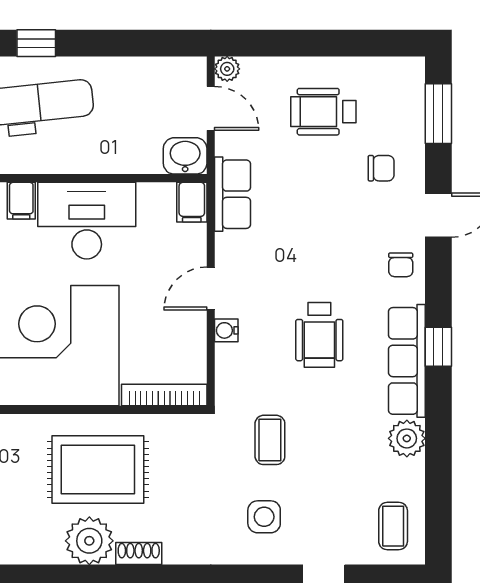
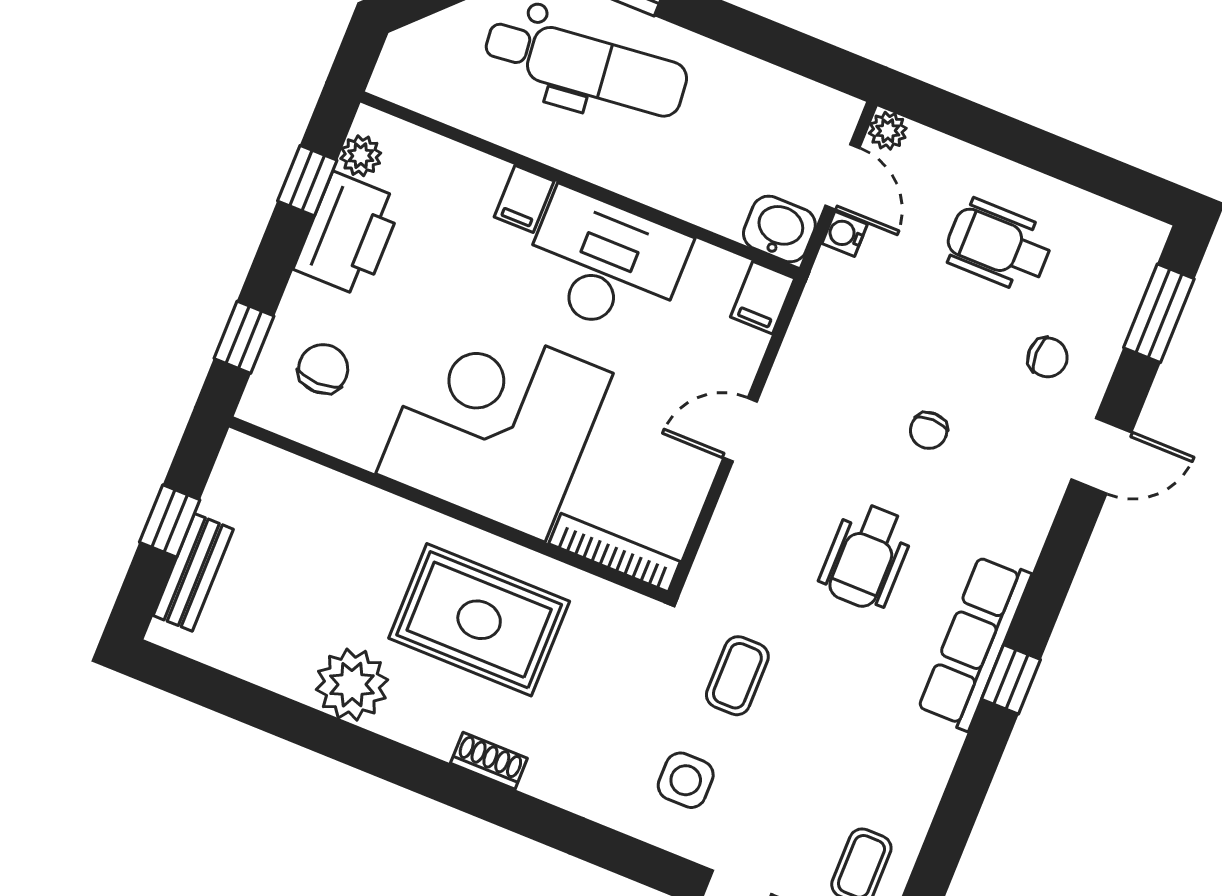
row of seats: (233, 194) -> (824, 310), removed
chair: (401, 265) -> (929, 430), moved
water cooler: (226, 330) -> (845, 234), moved
window: (438, 347) -> (1011, 679), moved
plant: (407, 438) -> (930, 751), removed
plant: (89, 541) -> (352, 685), moved

